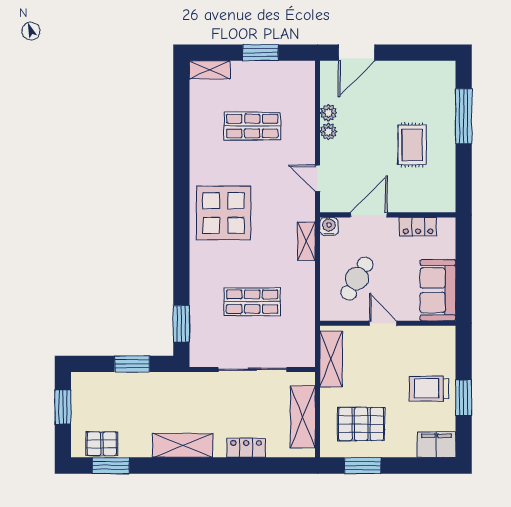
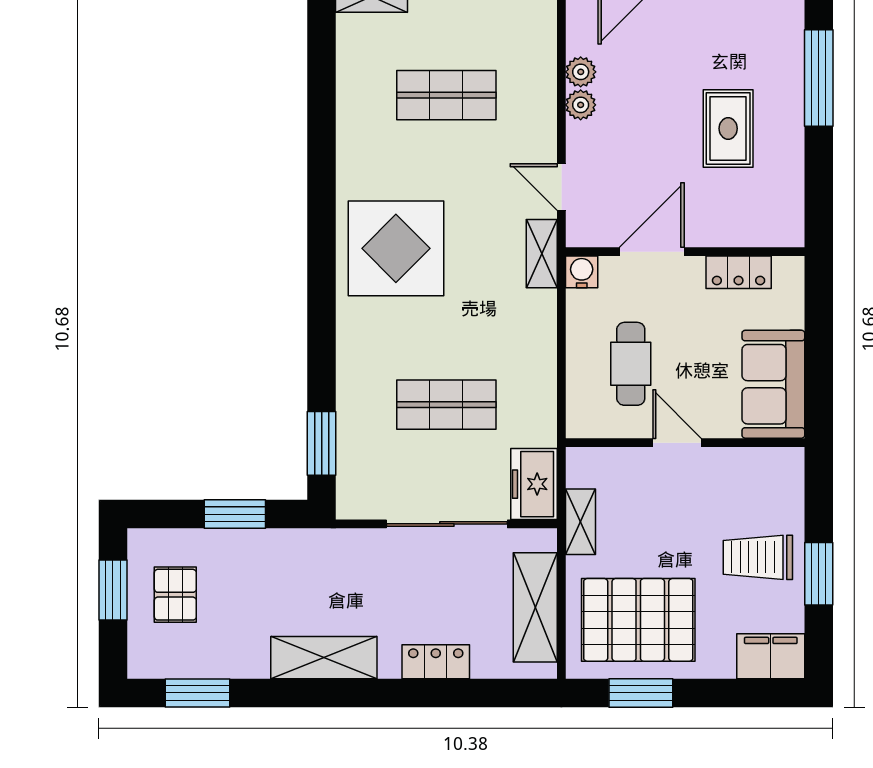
shelving: (306, 241) -> (542, 254), moved
cafe table: (357, 279) -> (631, 364), turned -30
freezer: (302, 347) -> (534, 484), added
shelving: (331, 359) -> (580, 522), width x0.67, depth x0.75
pallet: (361, 424) -> (638, 620), width x1.37, depth x1.41
pallet: (102, 444) -> (175, 595), moved, turned 90

